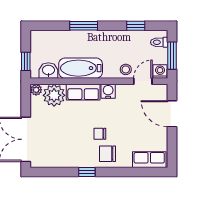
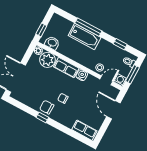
window: (84, 26) -> (88, 27), width x1.44
bathtub: (81, 68) -> (85, 37), moved, turned 180
chair: (108, 154) -> (47, 107), moved

